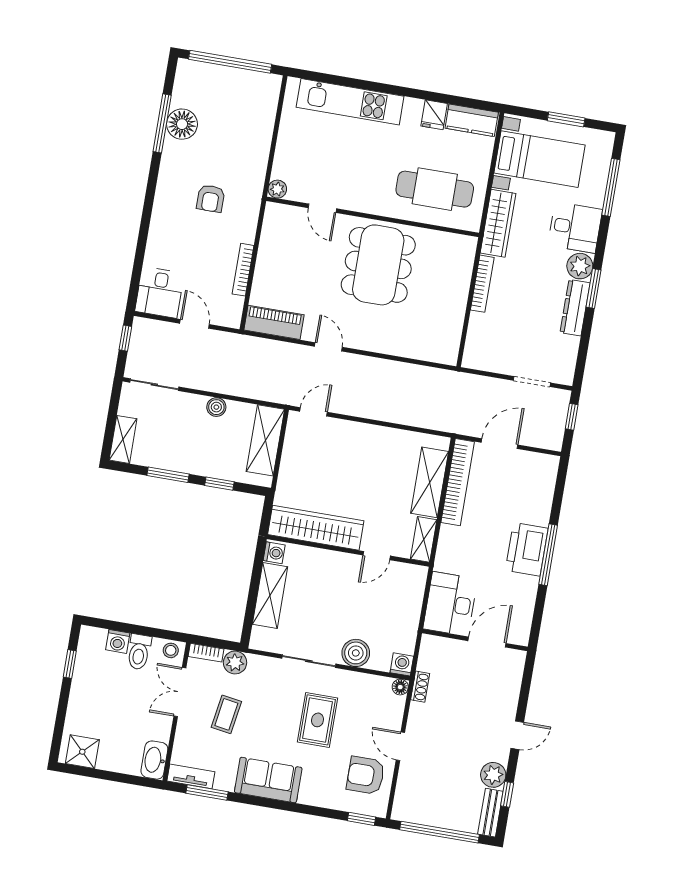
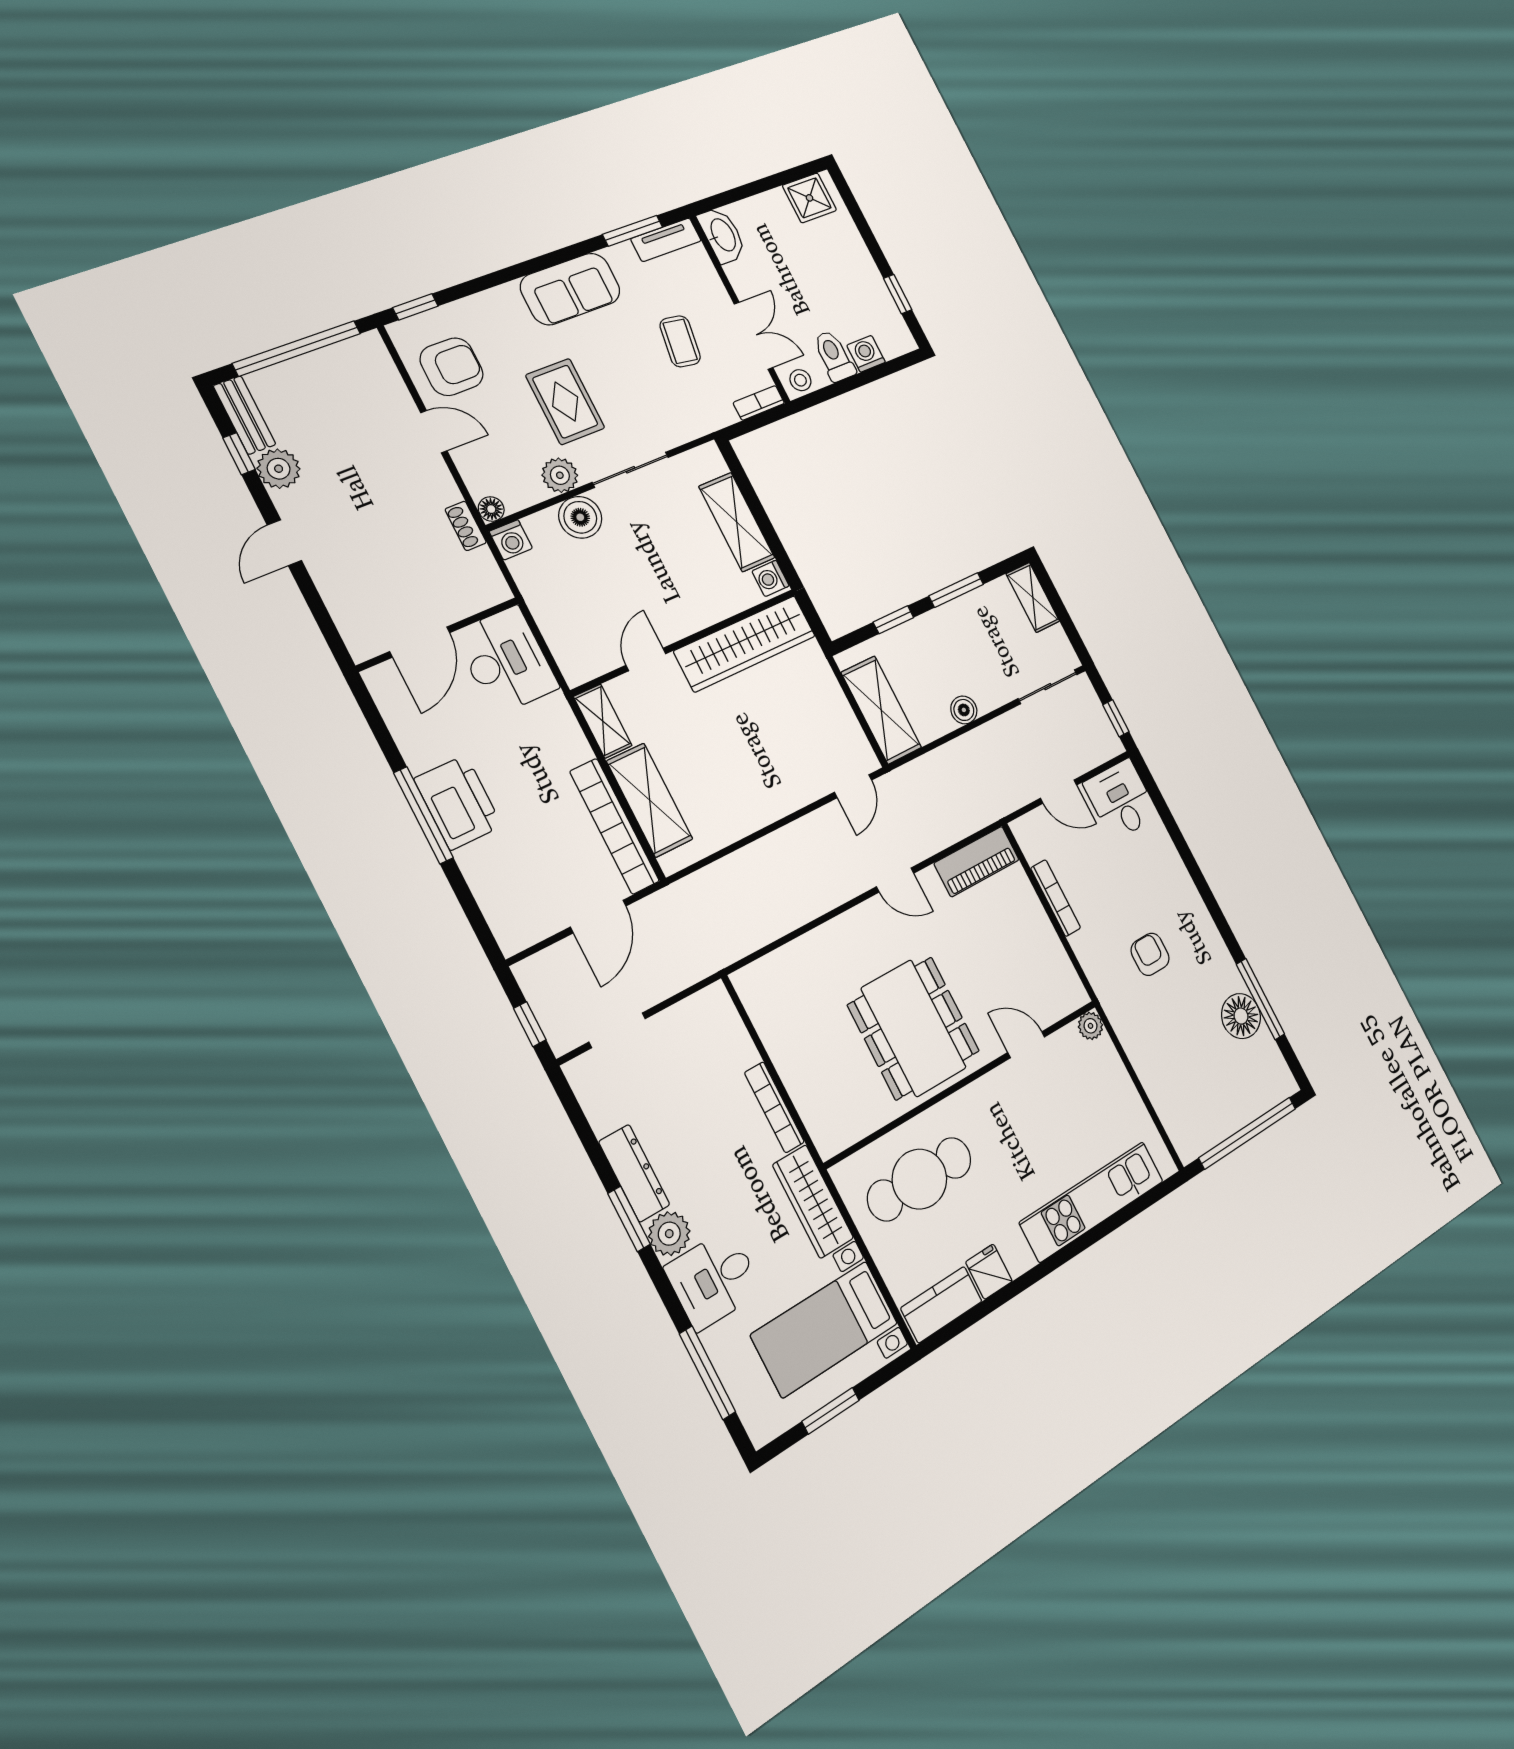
plant: (235, 663) -> (560, 475), moved

